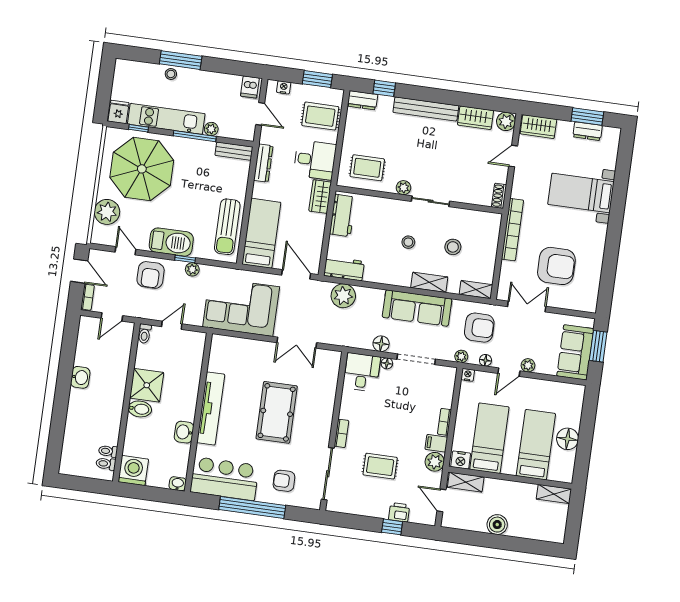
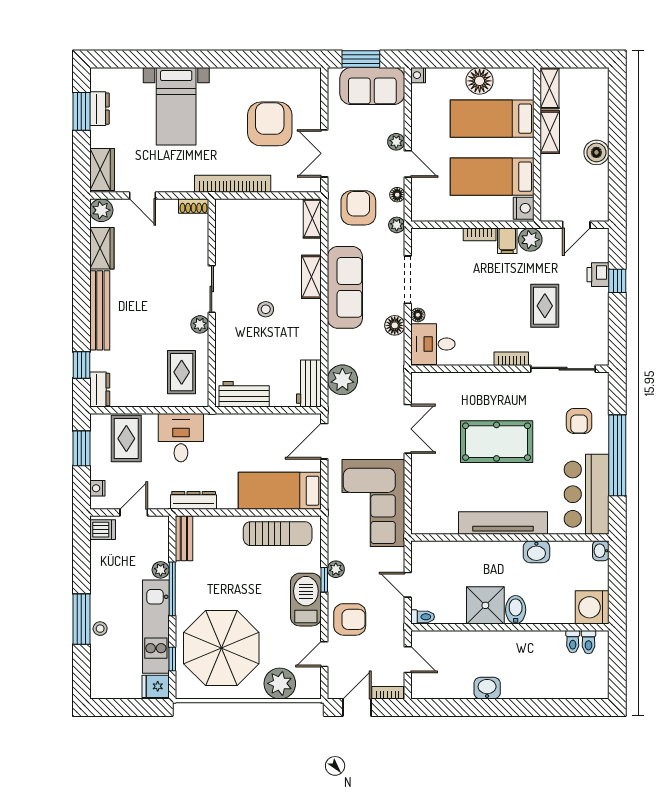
wardrobe: (320, 197) -> (225, 425), removed
stool: (453, 247) -> (264, 254), removed
nightstand: (468, 375) -> (418, 75), moved
shelving: (466, 482) -> (550, 132), moved

